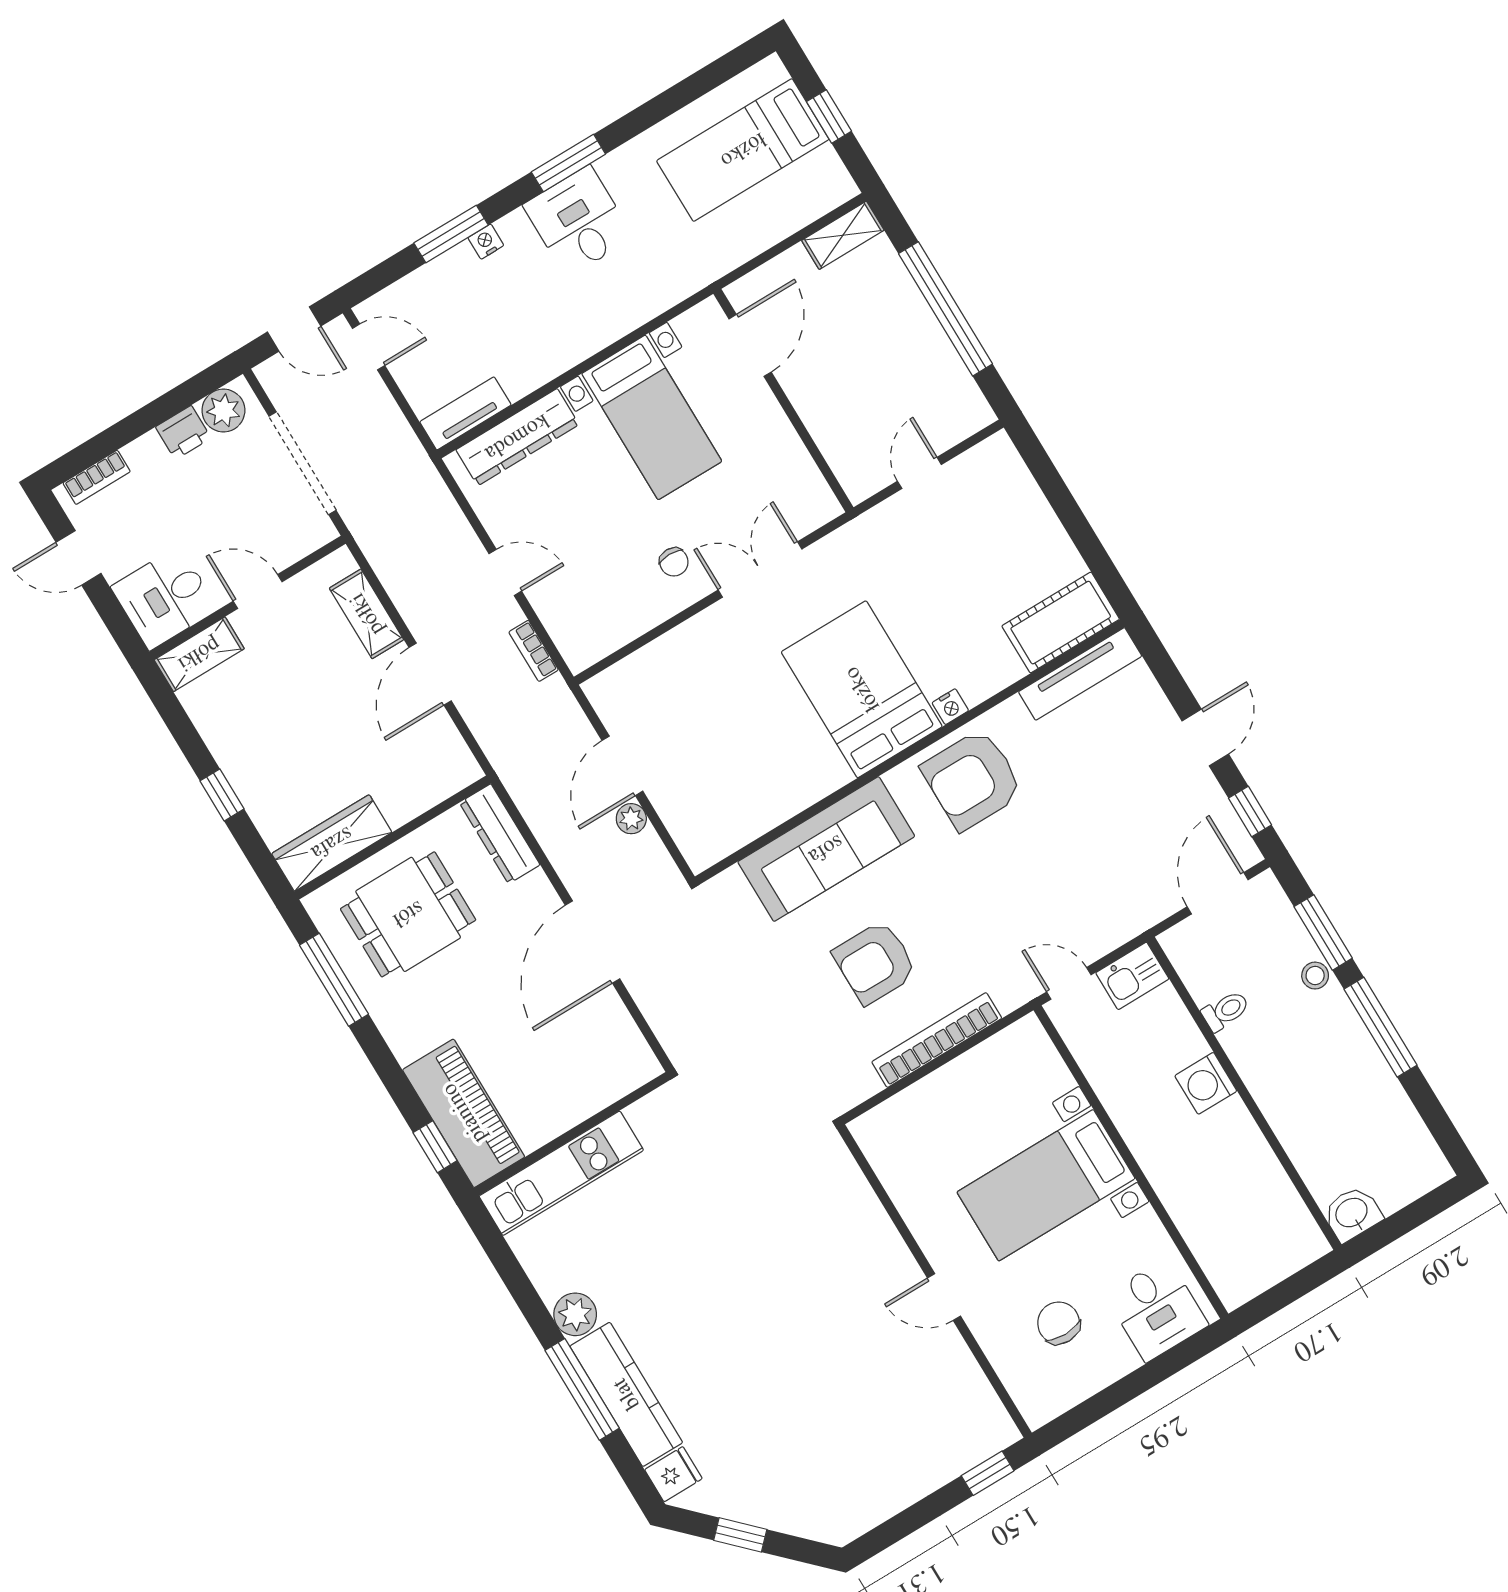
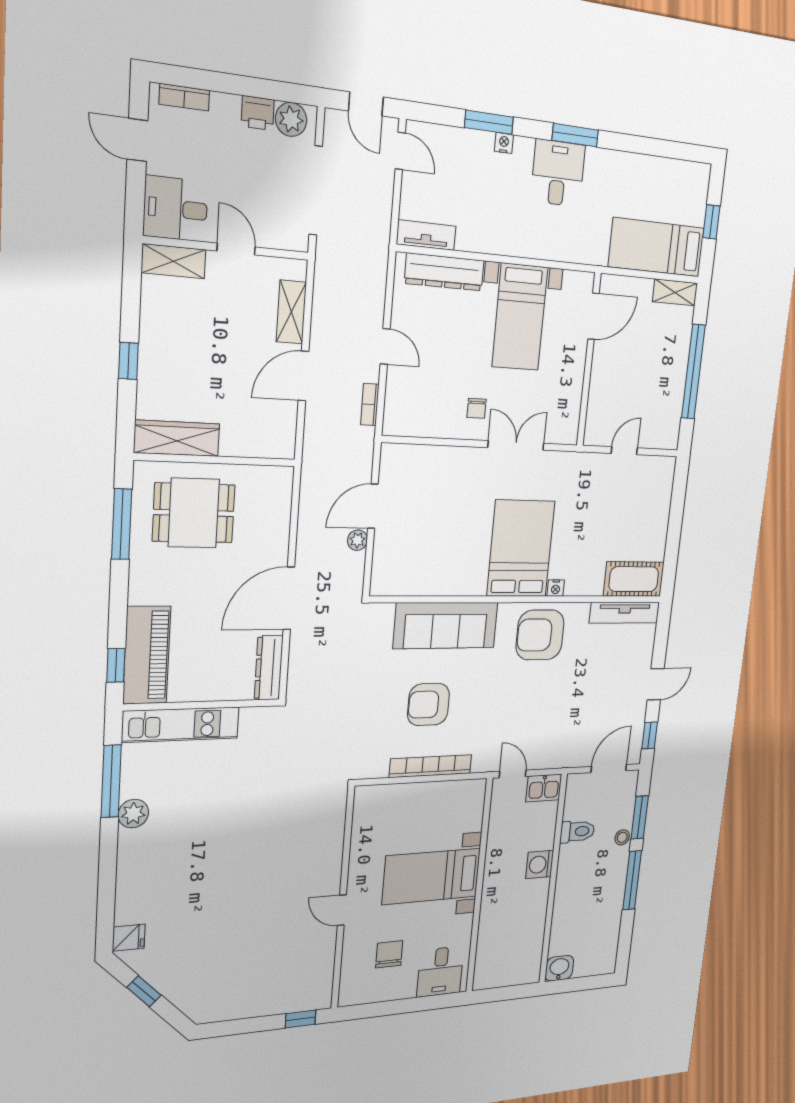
bed: (743, 150) -> (656, 247), moved
dresser: (500, 834) -> (269, 668), moved
toilet: (1226, 1011) -> (577, 831), width x1.37, depth x1.39
window: (582, 1389) -> (111, 781), moved
kitchen counter: (626, 1394) -> (132, 877), removed

